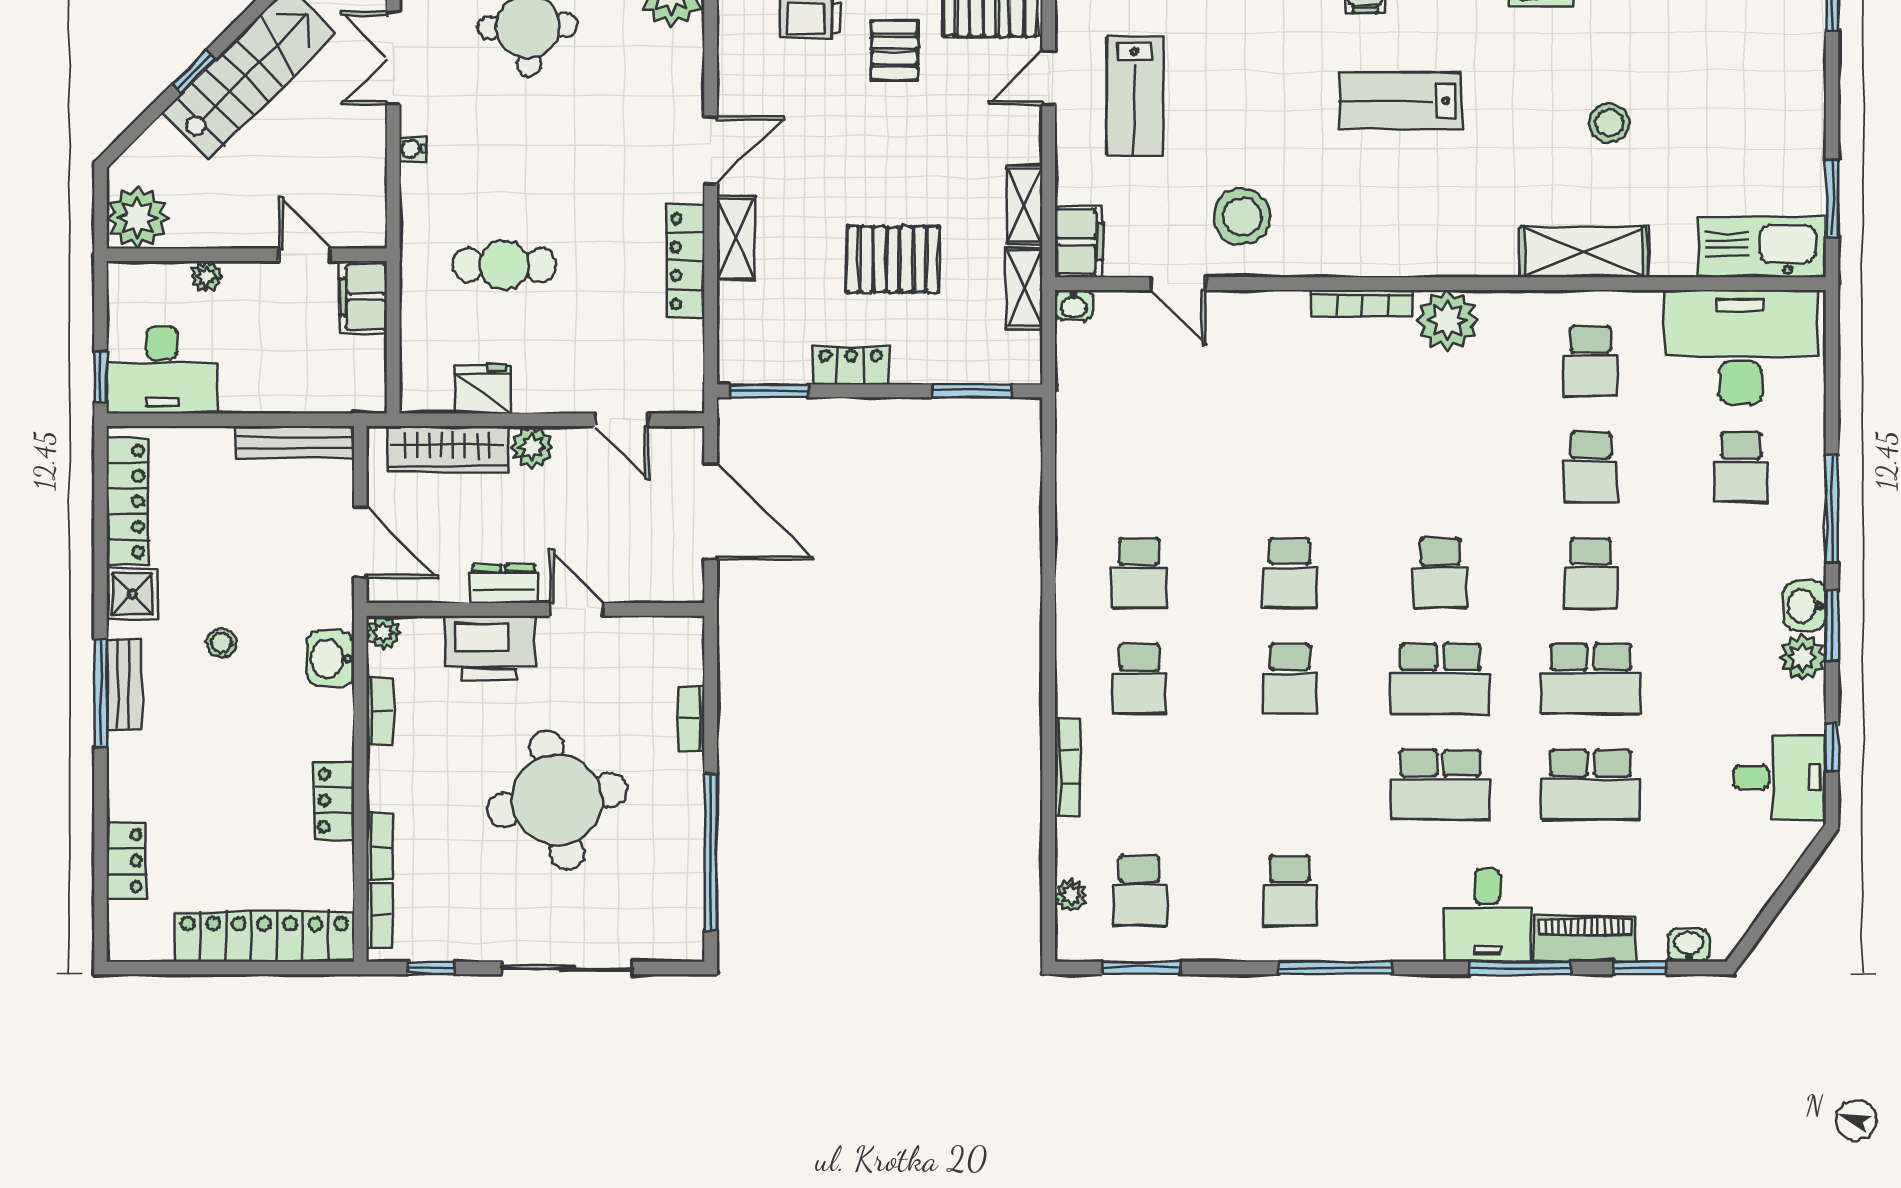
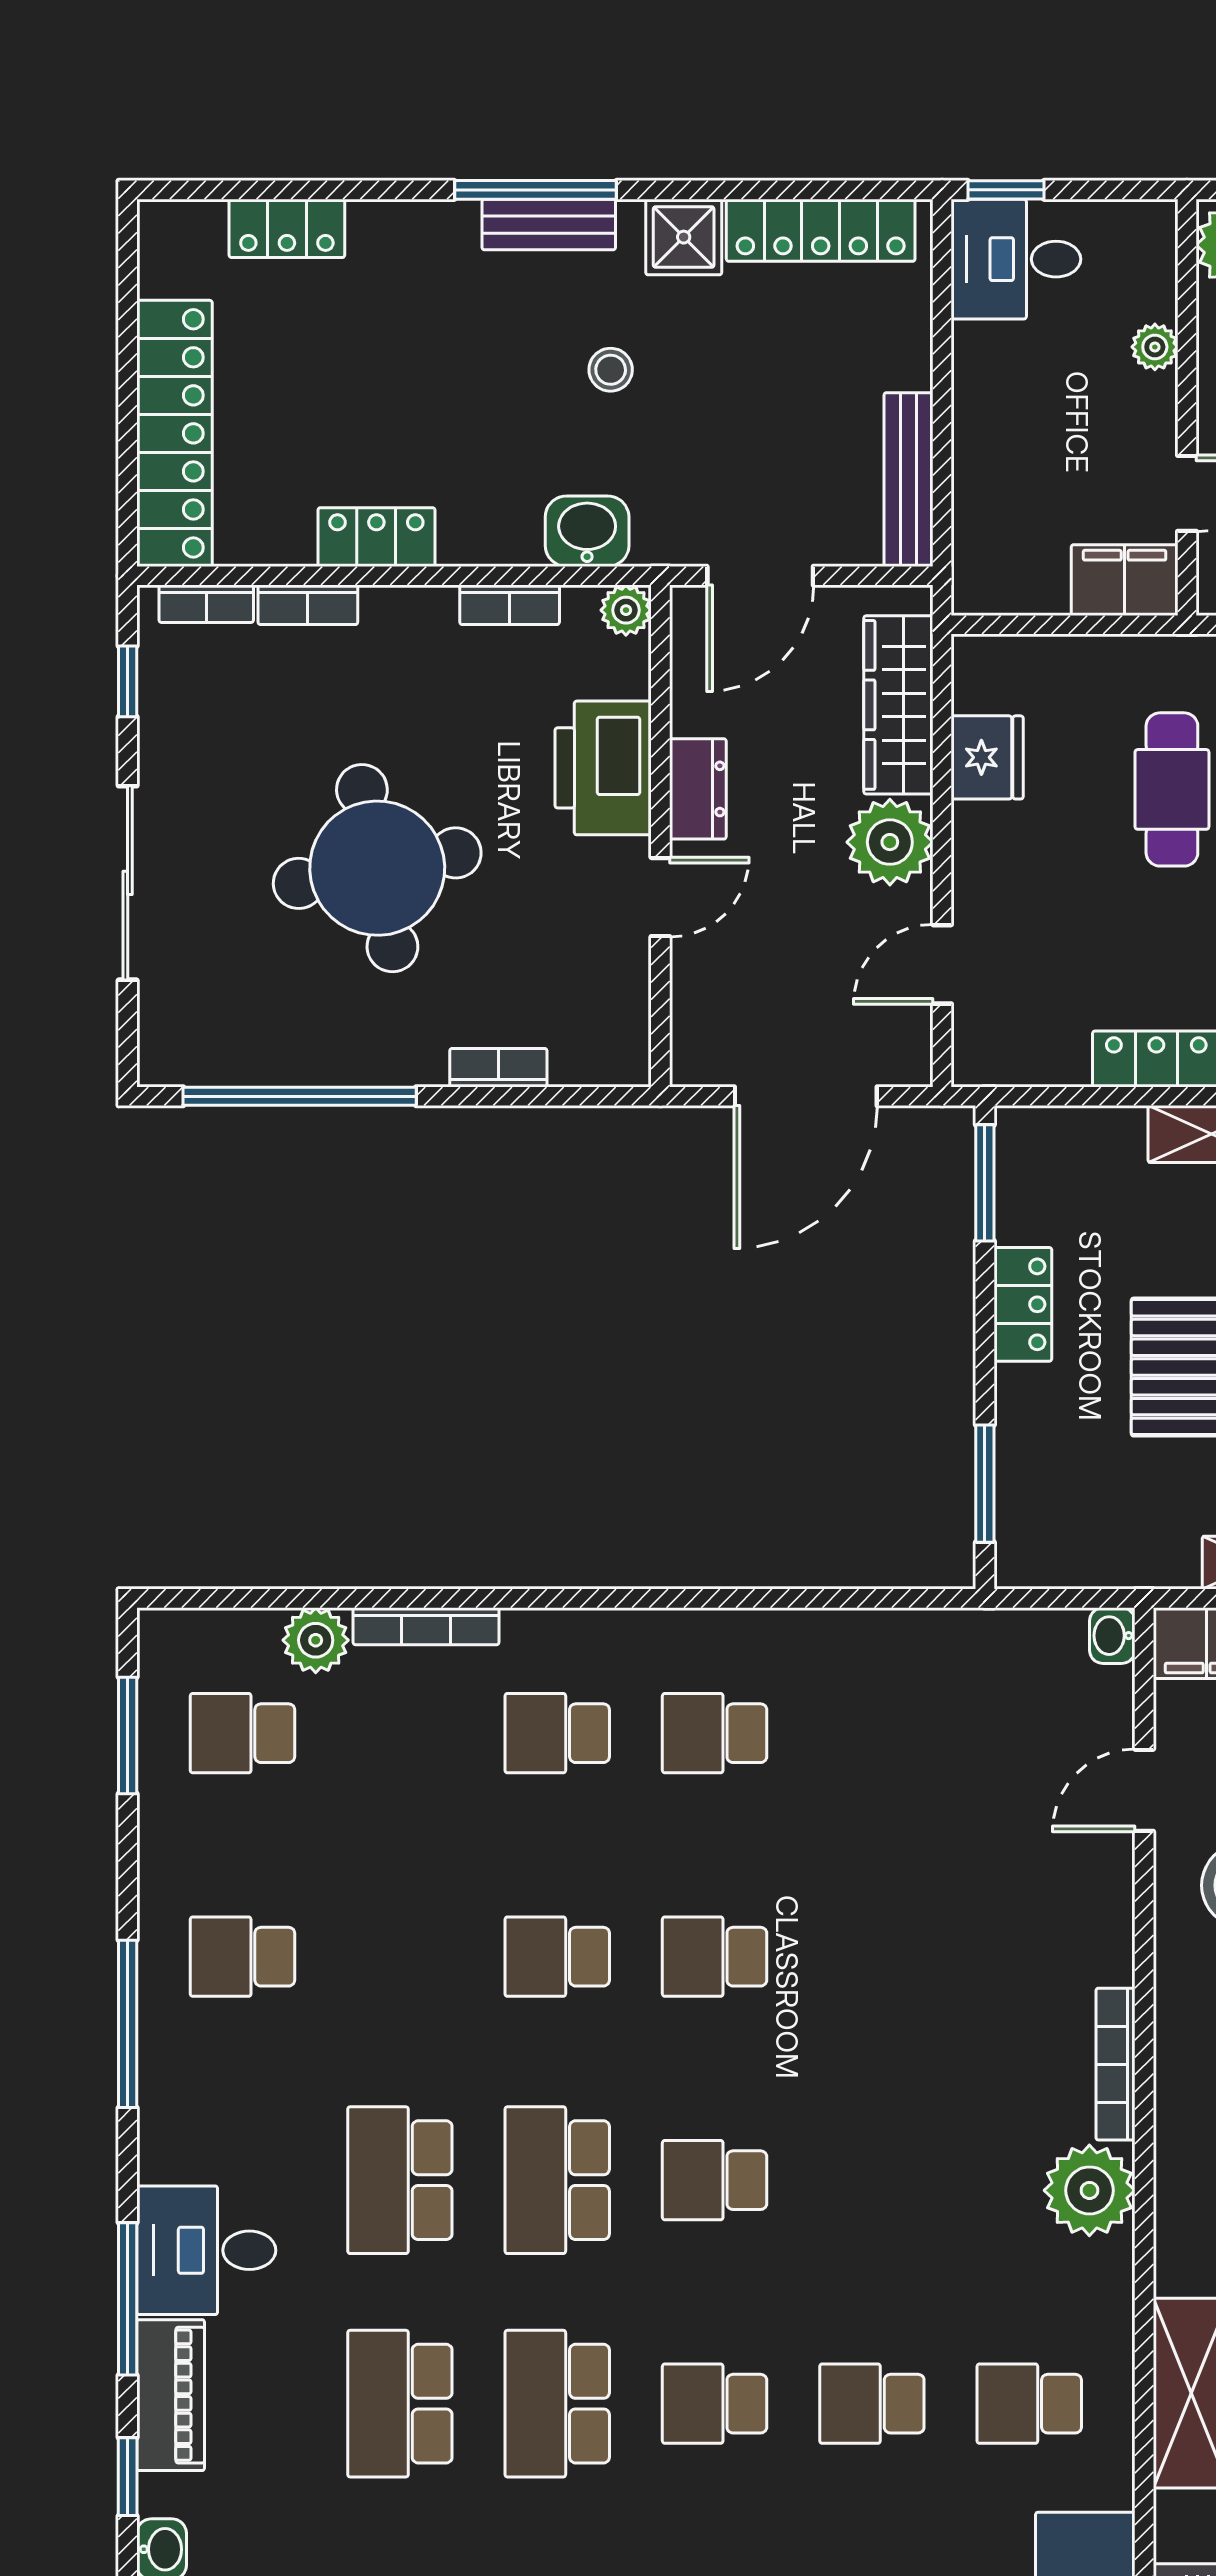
shelving: (1024, 288) -> (1137, 1562), removed
desk: (162, 370) -> (1016, 259), width x0.73
plant: (532, 447) -> (890, 842), width x1.36, depth x1.36
plant: (1071, 895) -> (316, 1640), moved, width x1.38, depth x1.38

